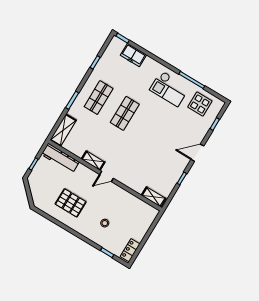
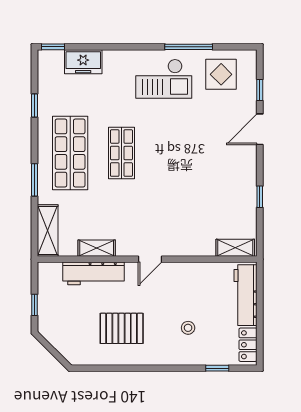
shop shelf: (99, 98) -> (70, 153), width x1.43, depth x1.36
door: (197, 153) -> (260, 129), moved
workbench: (60, 158) -> (94, 273), moved
shelving: (93, 161) -> (97, 248), moved
workbench: (144, 224) -> (246, 295), added

